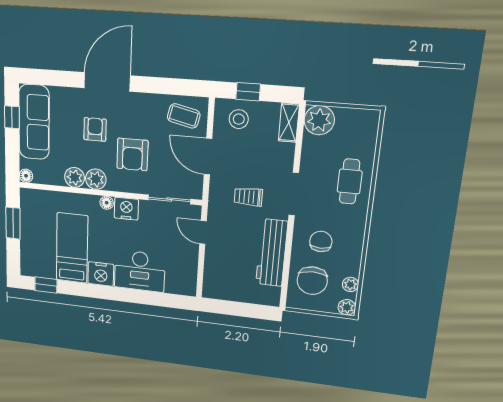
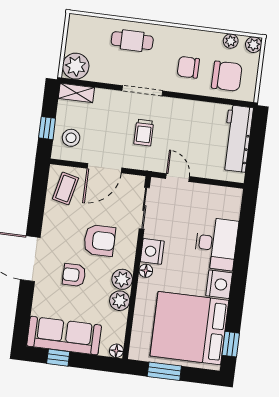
door: (203, 232) -> (178, 178), swing flipped
bed: (72, 248) -> (189, 328), width x2.04
workbench: (272, 253) -> (237, 139), moved, turned 90

